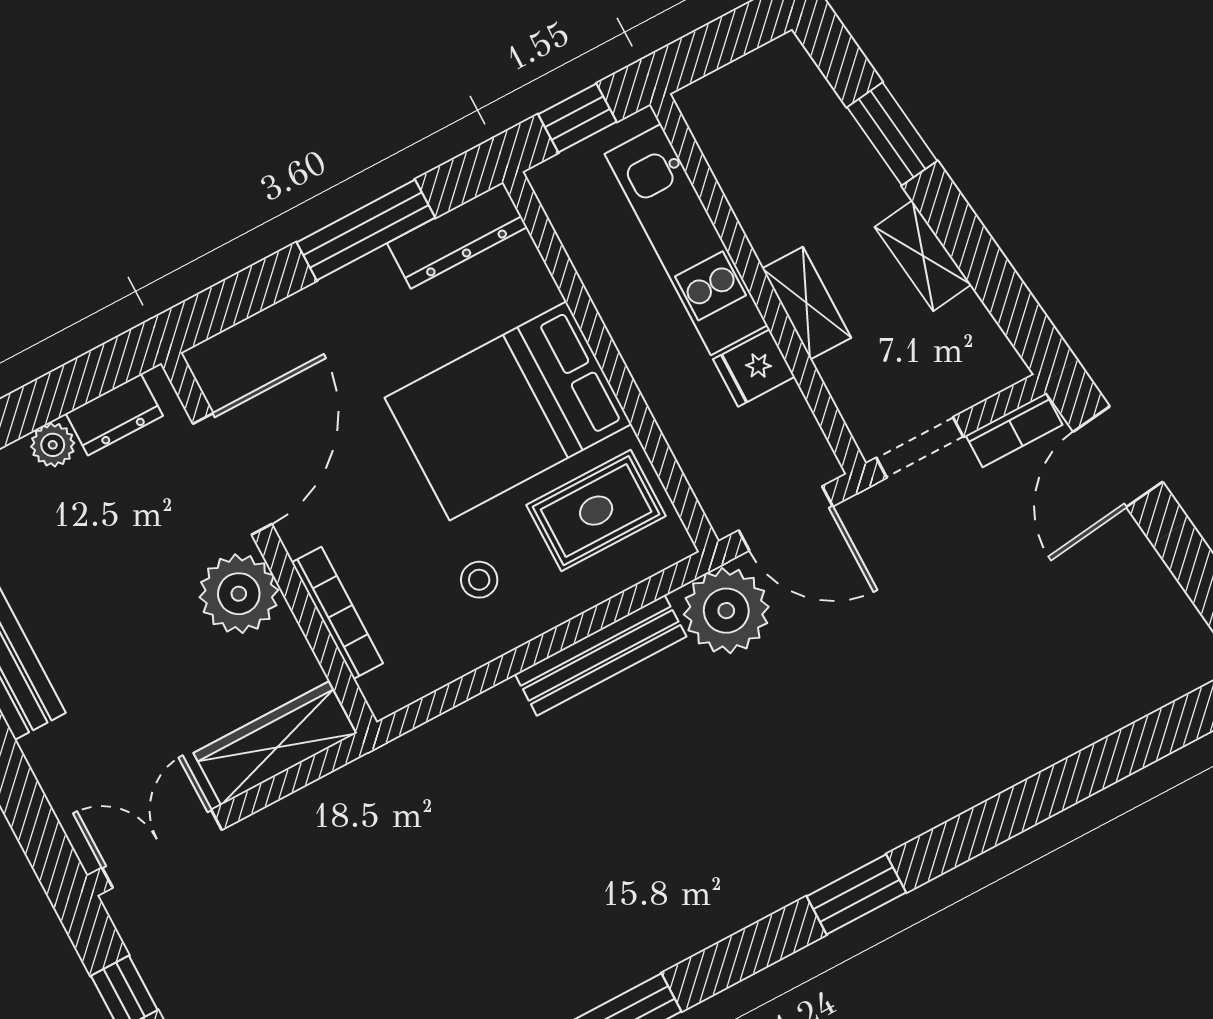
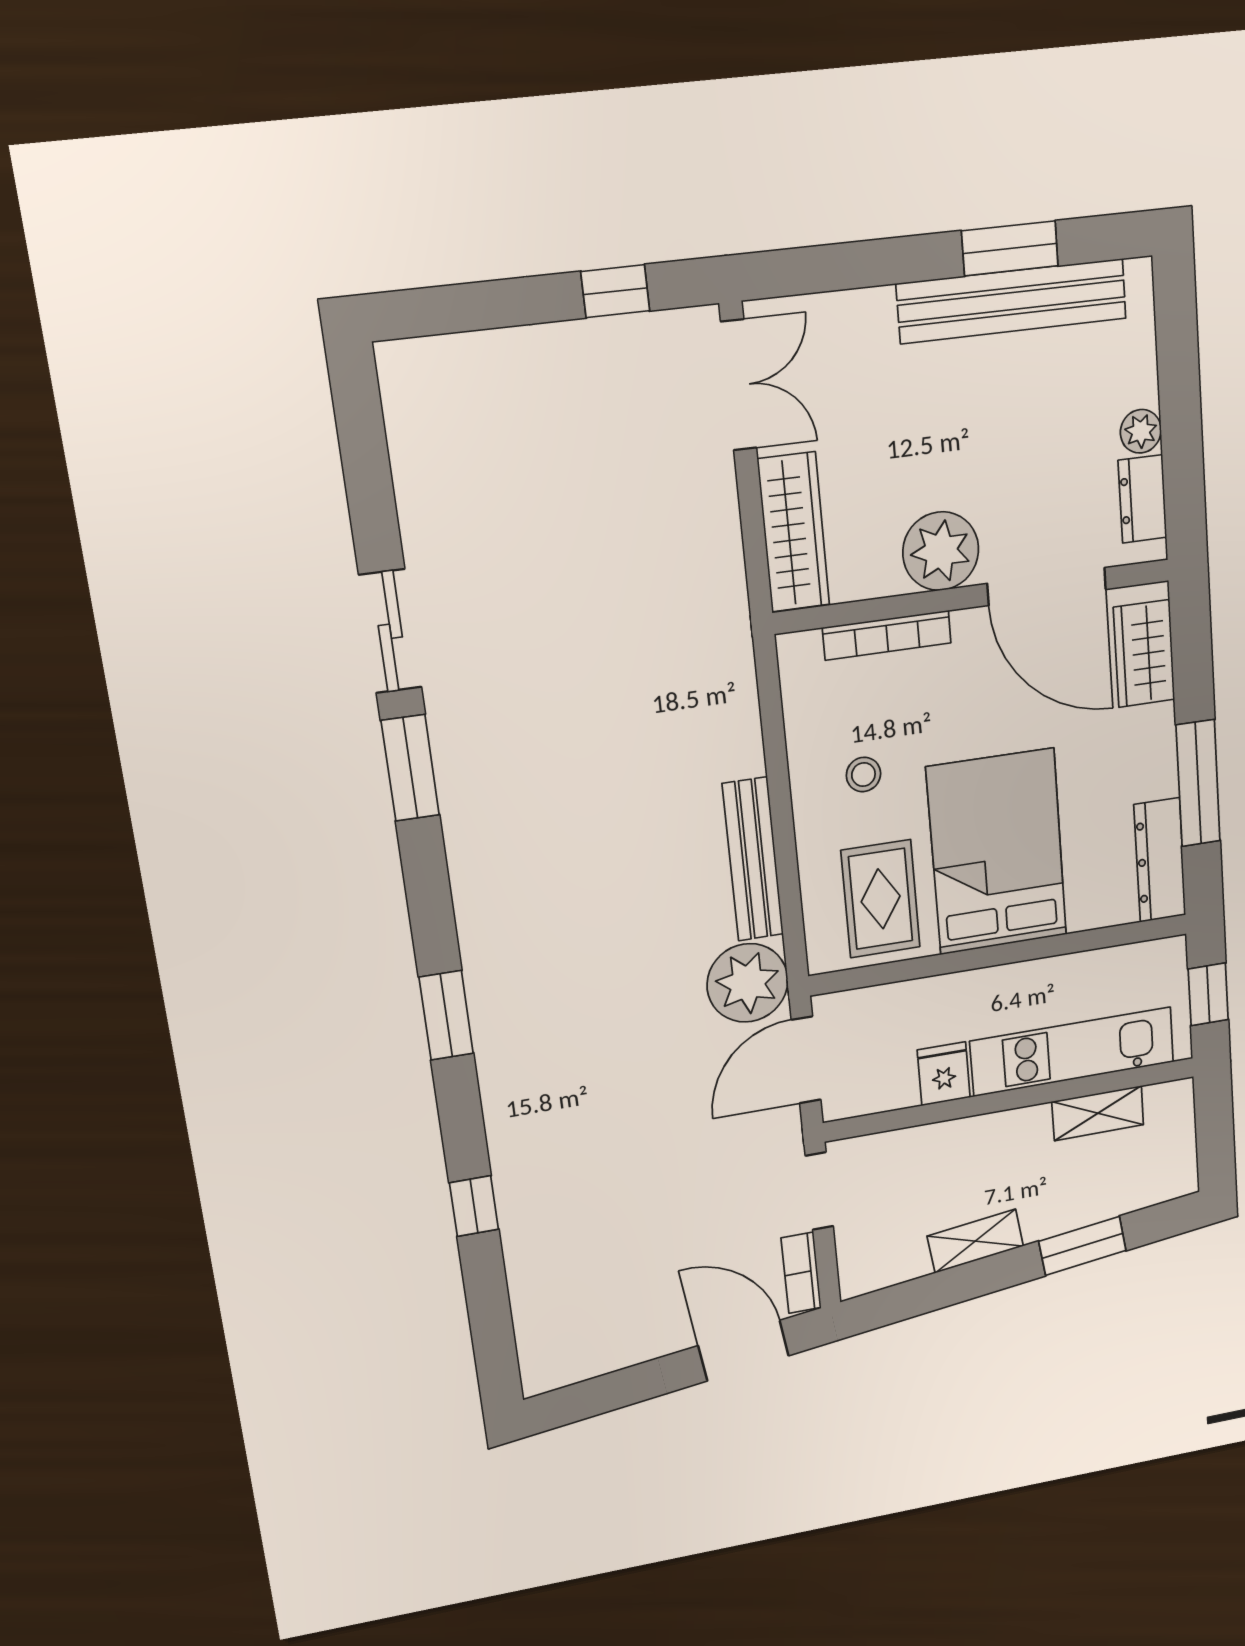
shelving: (807, 303) -> (1098, 1113), moved
wardrobe: (260, 346) -> (1144, 654), added
window: (1044, 795) -> (474, 1206), added

